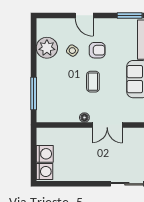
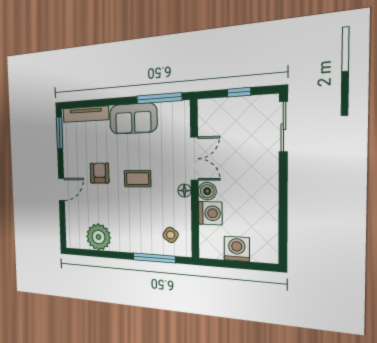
side table: (72, 51) -> (171, 235), moved
boiler: (84, 134) -> (207, 191), added
washing machine: (44, 172) -> (210, 213), moved, turned 90

